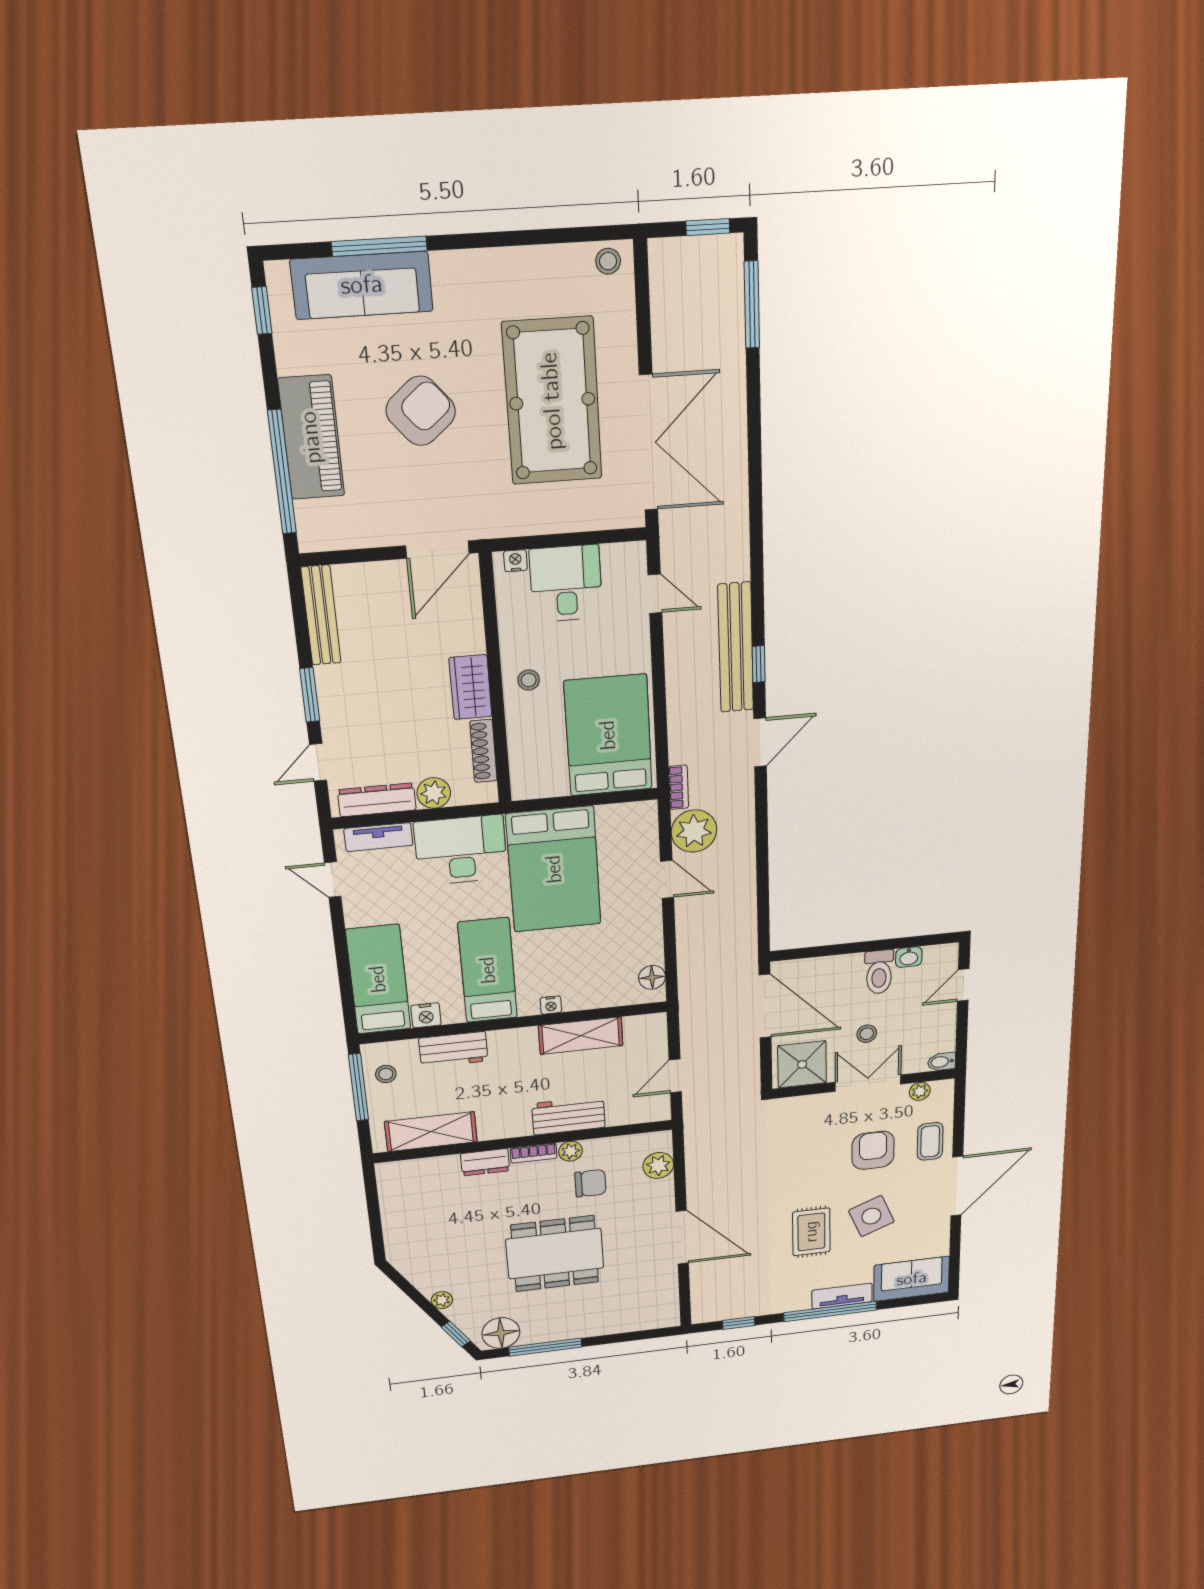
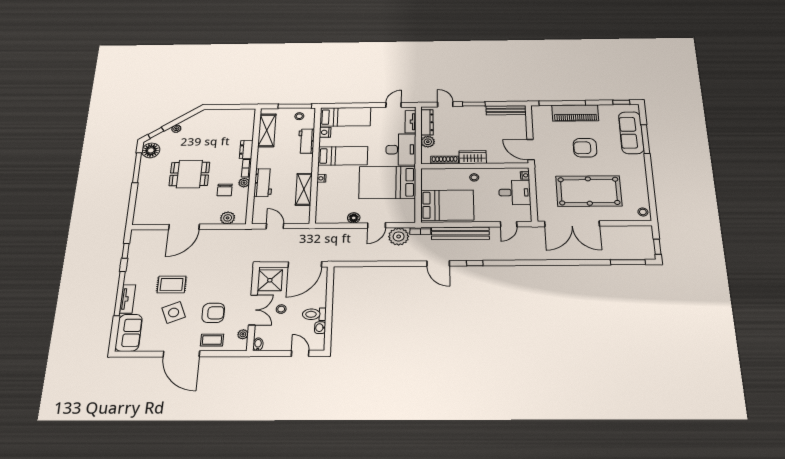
armchair: (421, 411) -> (585, 148), turned 130
bench: (736, 648) -> (460, 233), moved
floor lamp: (652, 977) -> (354, 218), moved
dining table: (555, 1254) -> (189, 174), width x0.73

